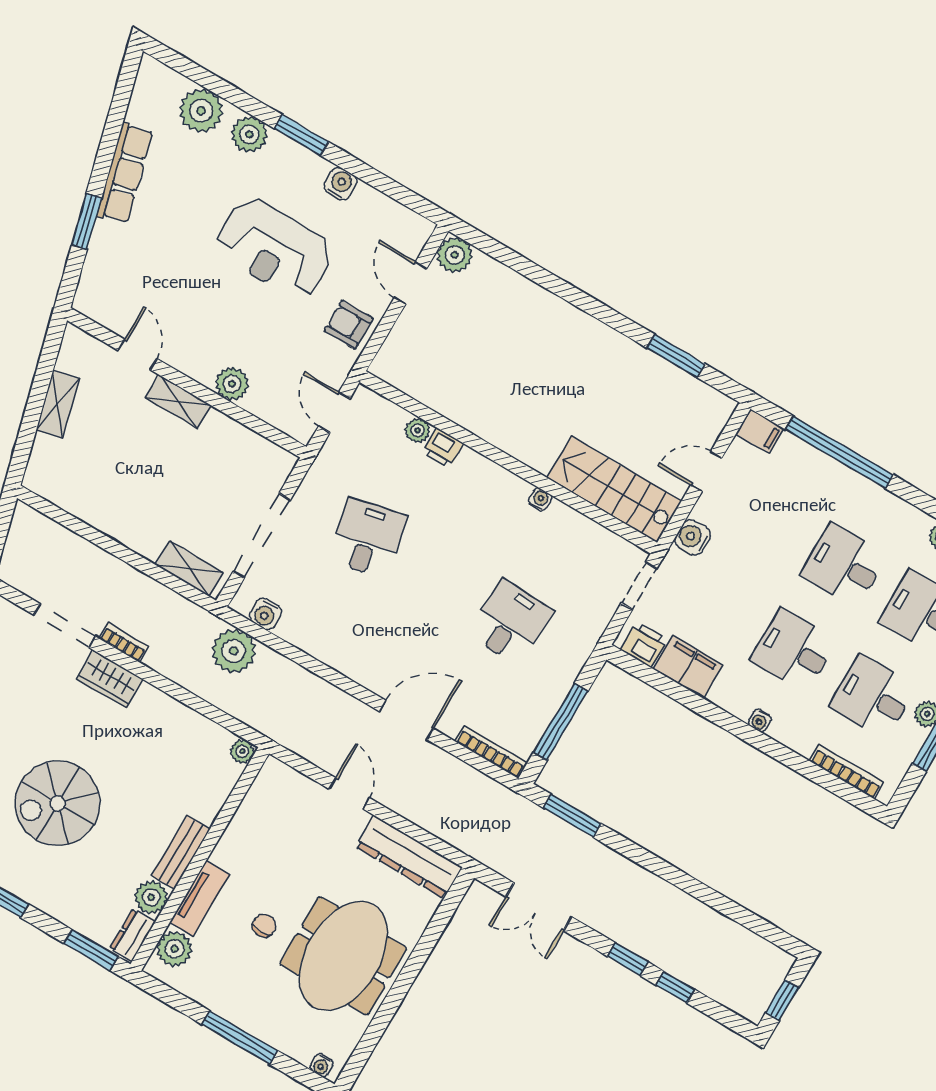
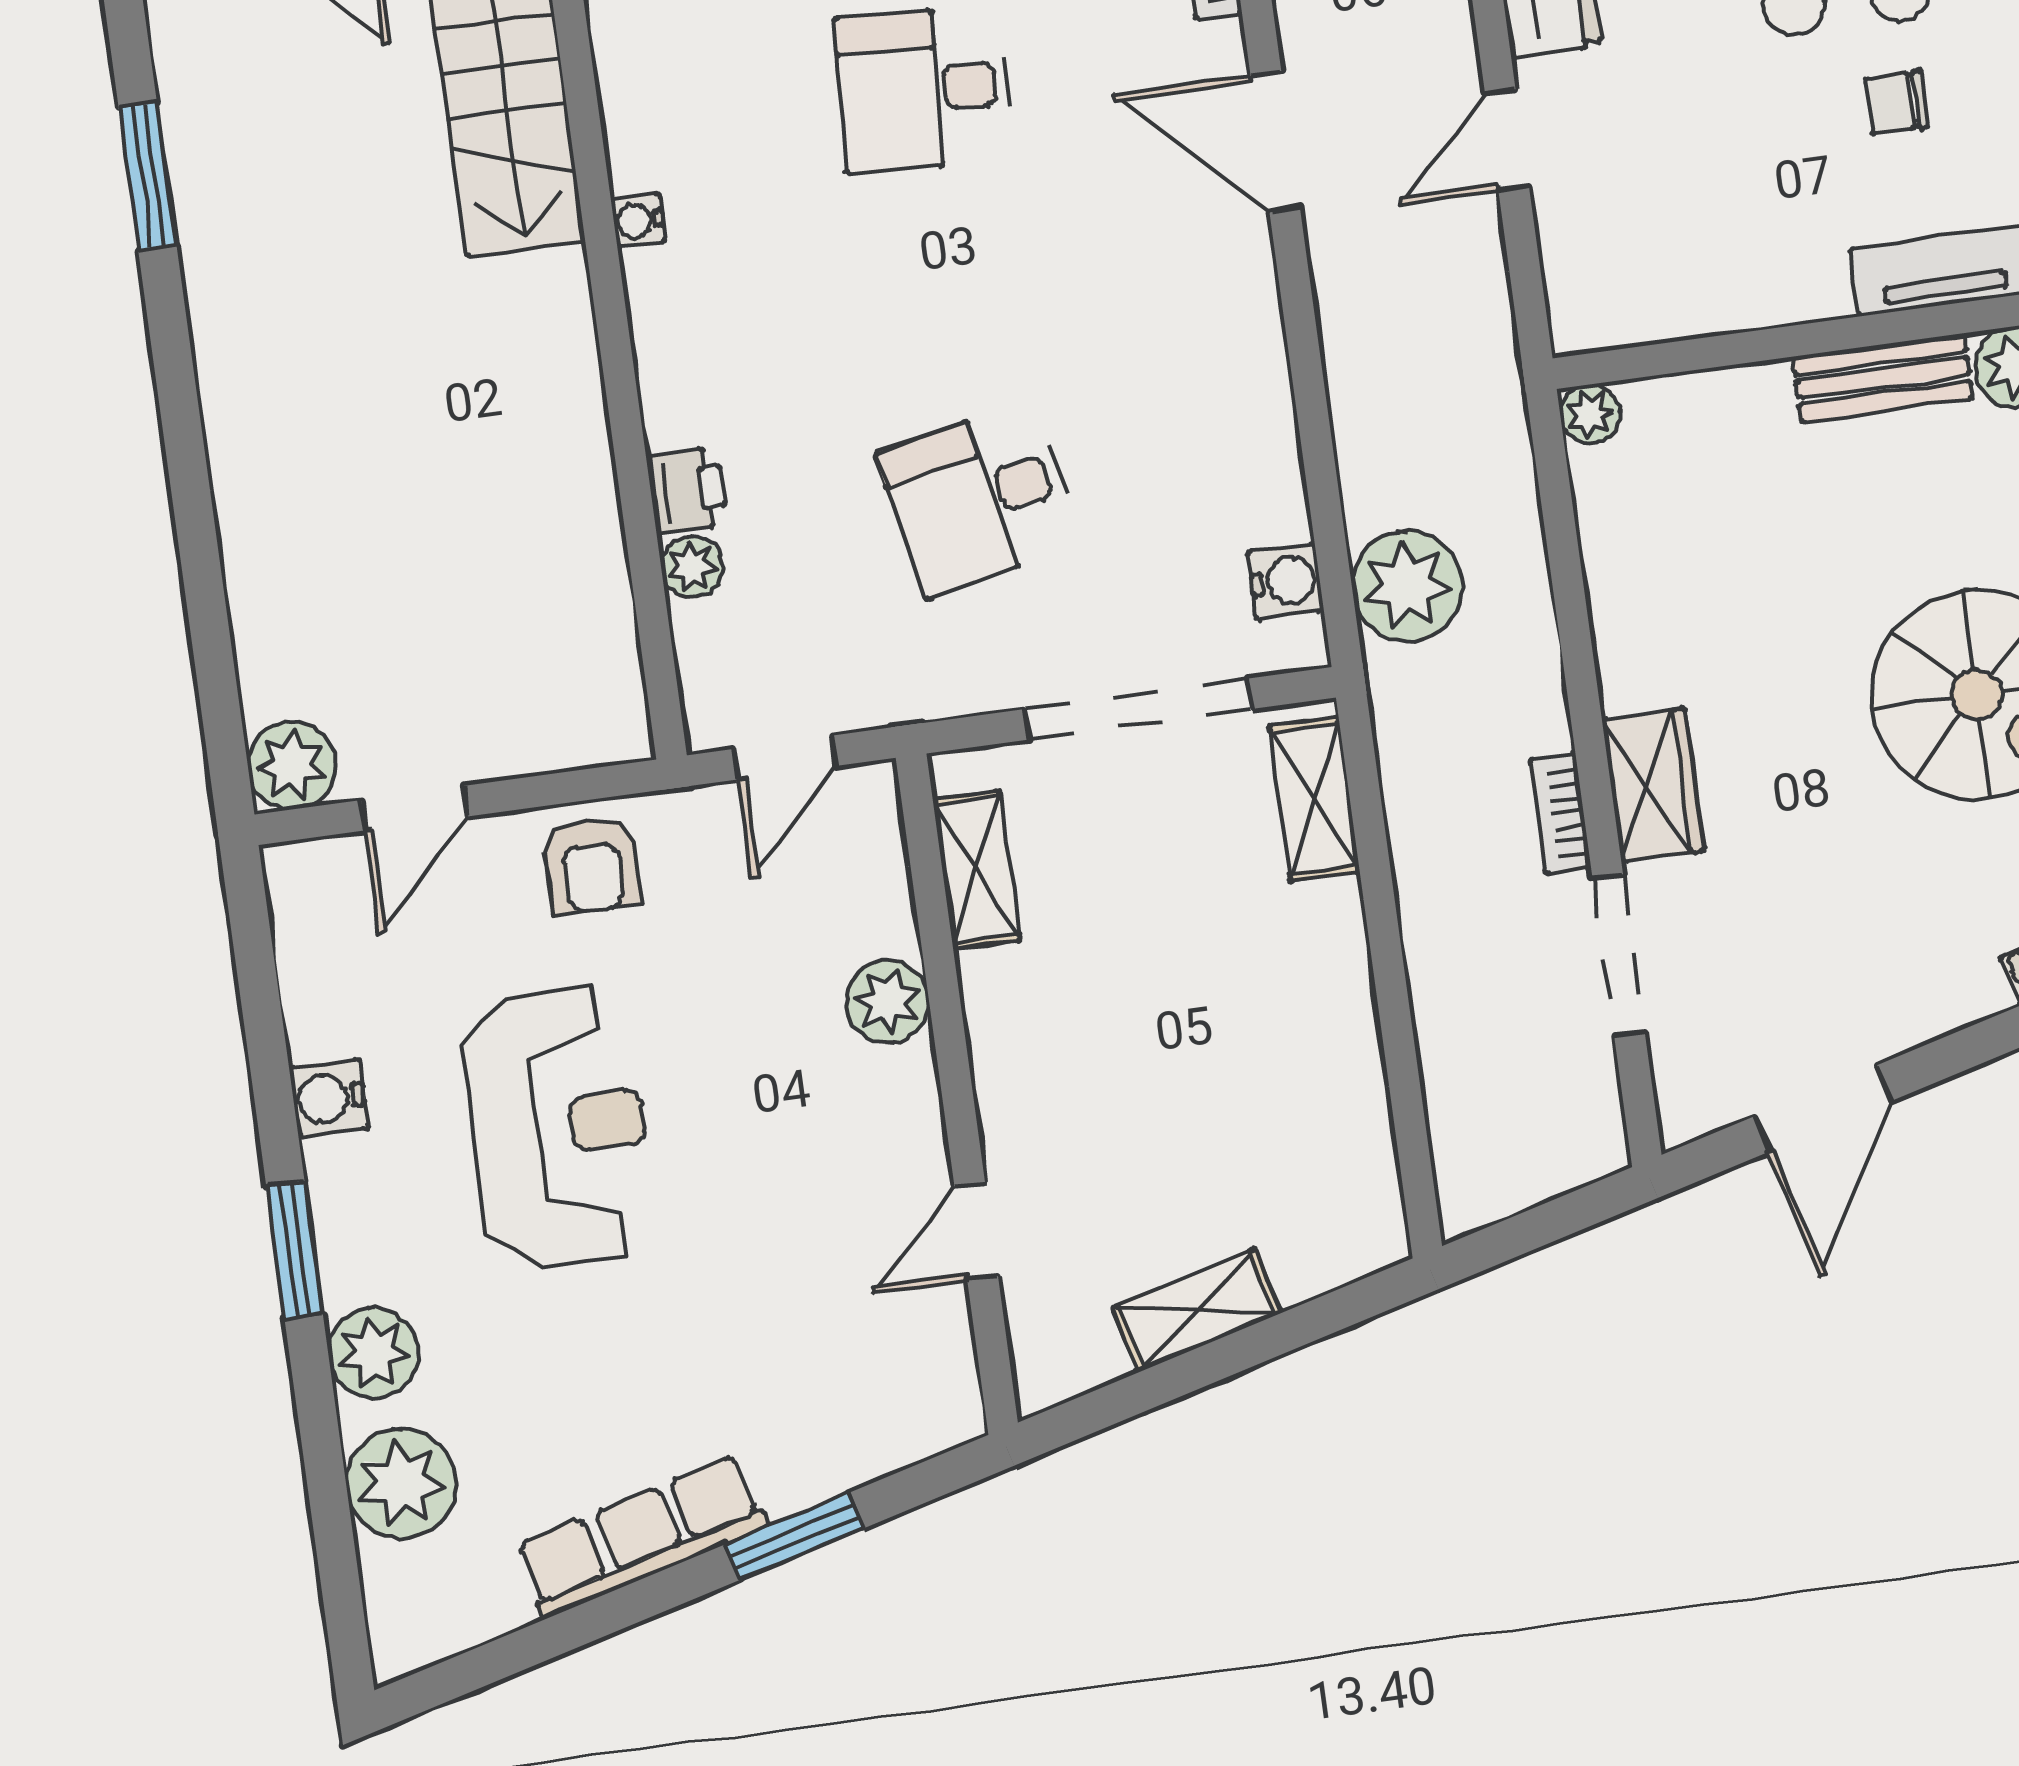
shelving: (178, 402) -> (976, 870), moved

